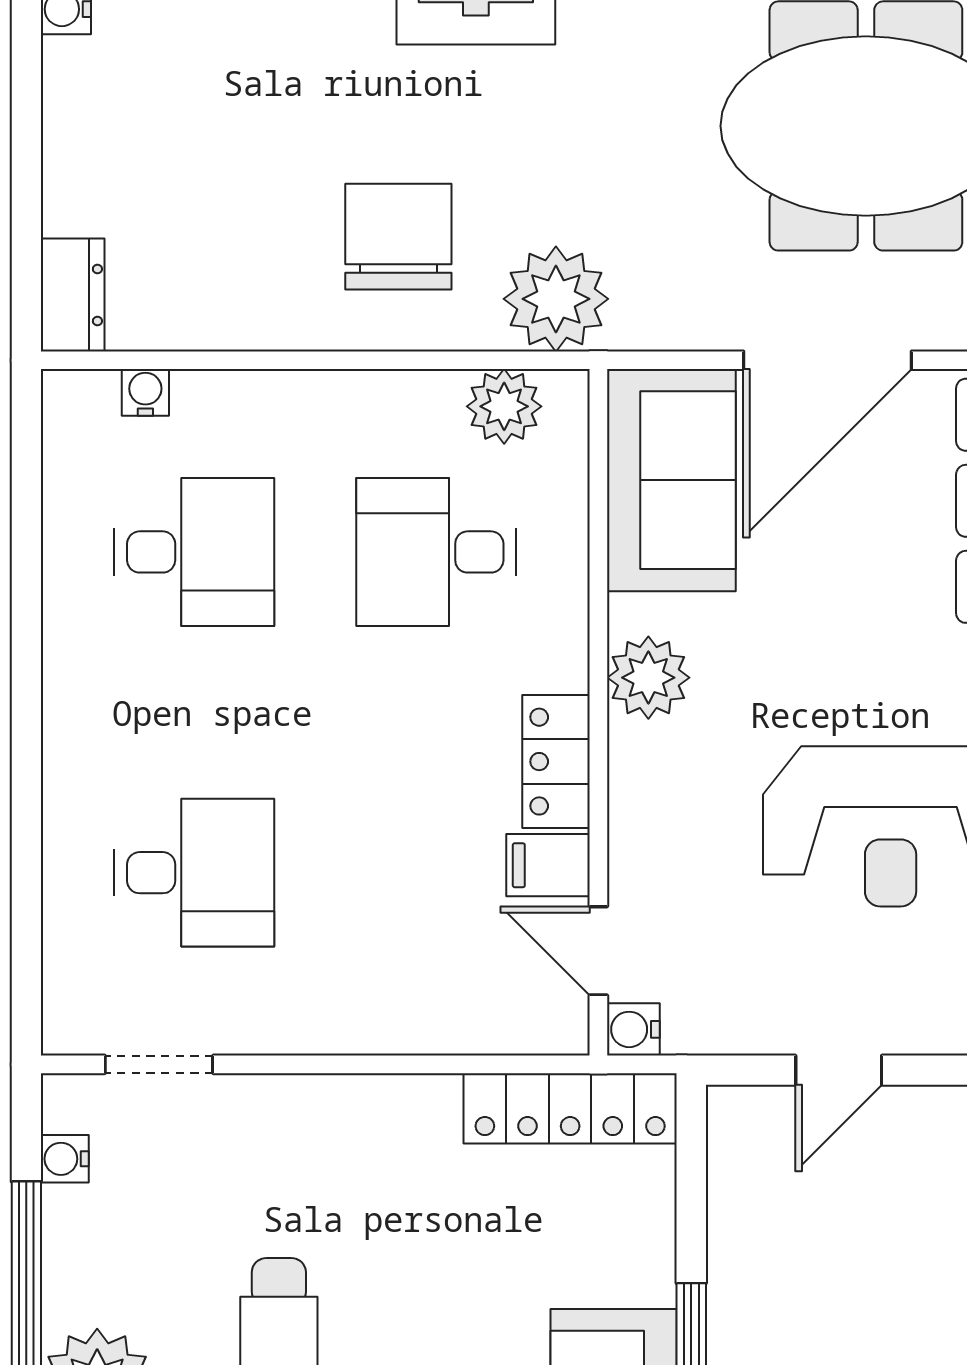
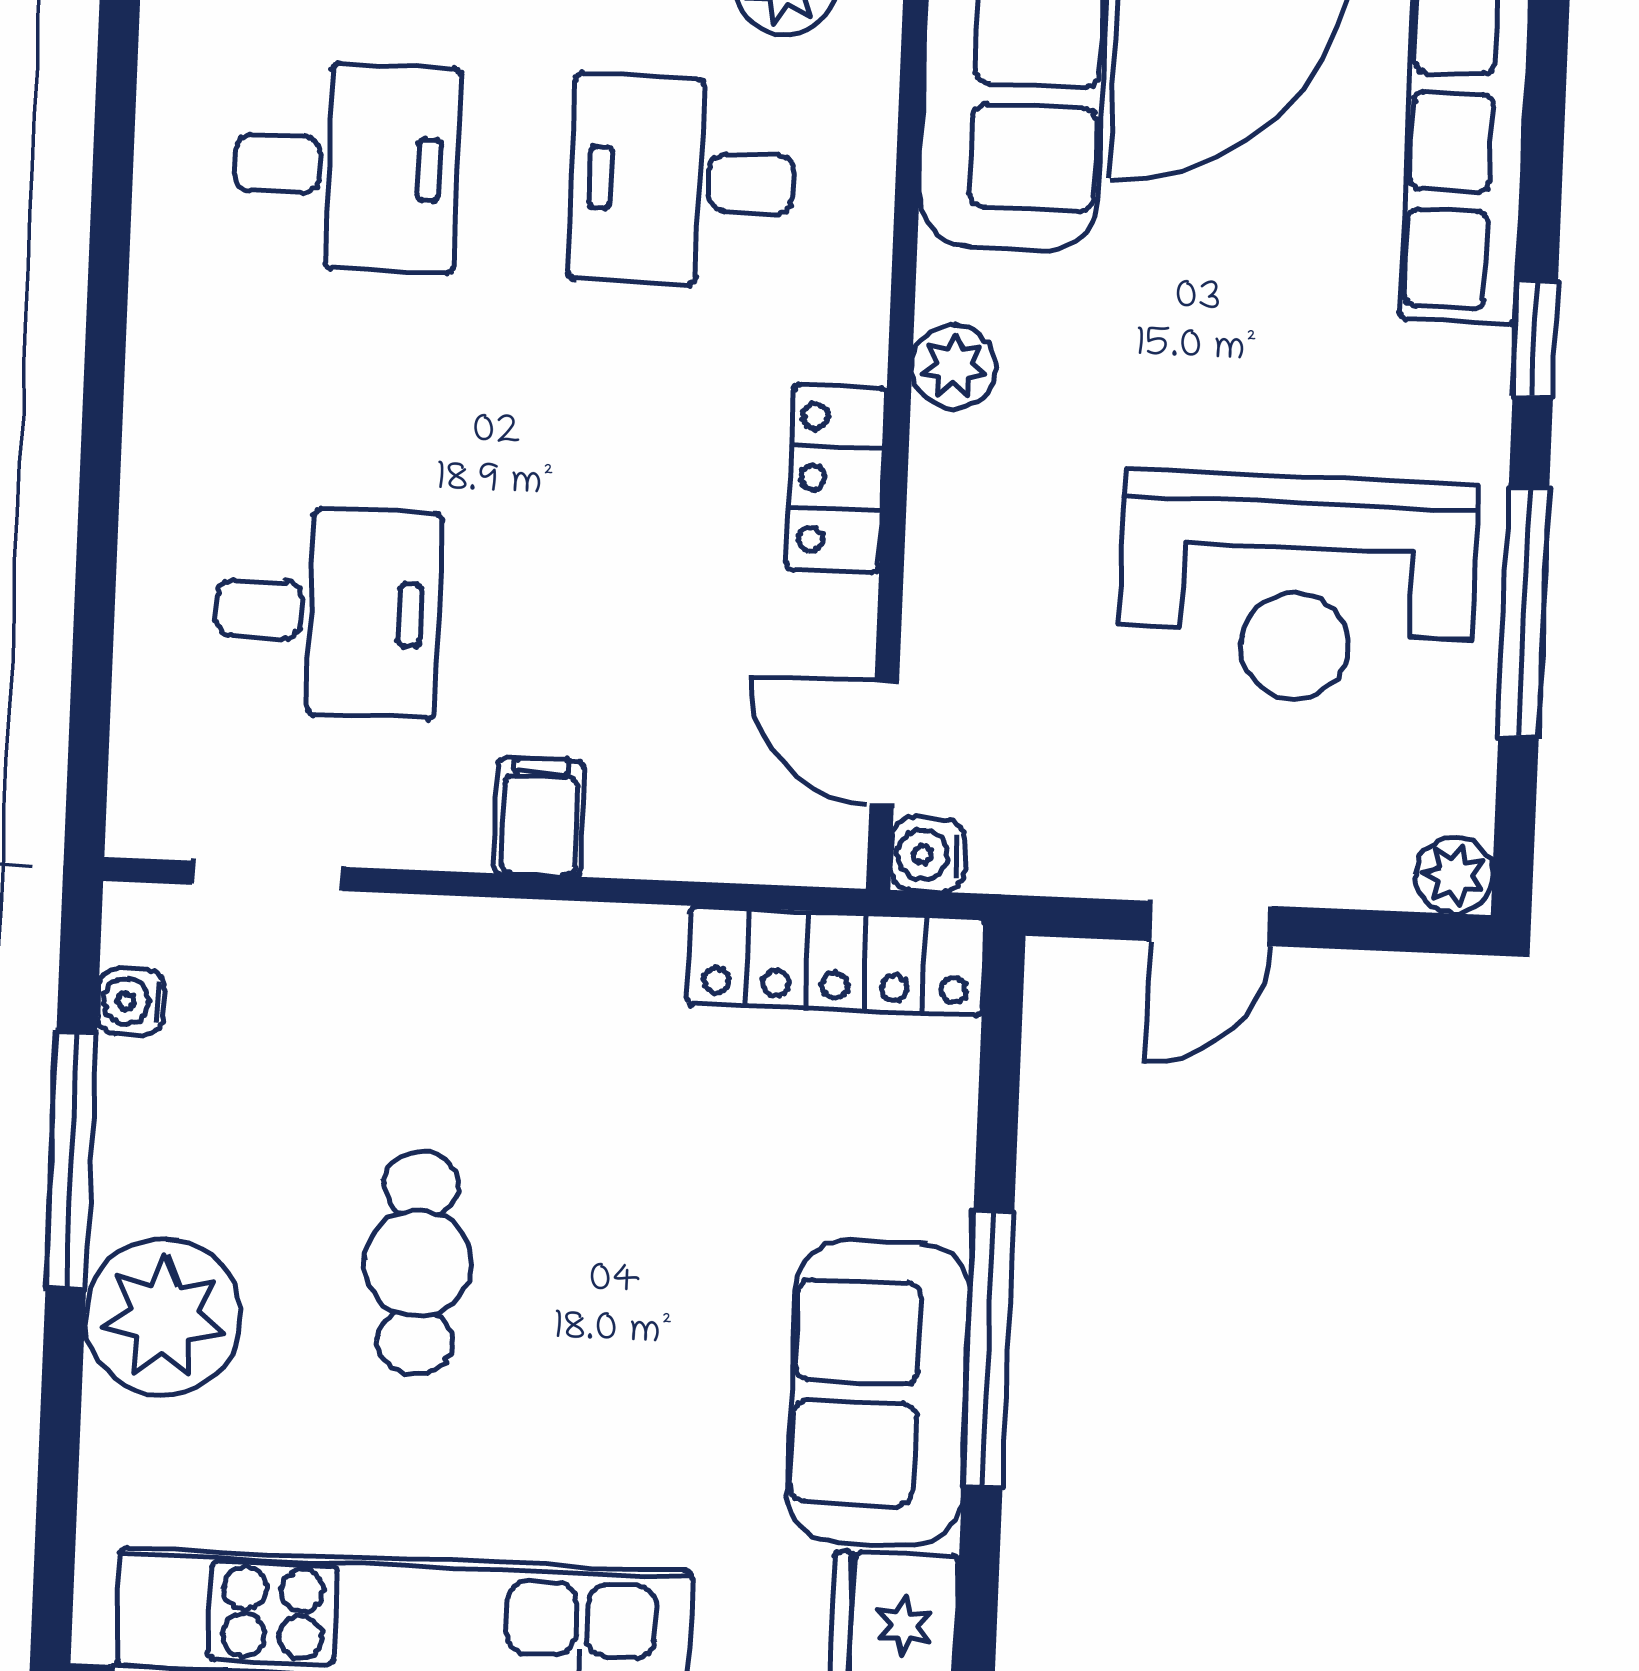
plant: (648, 678) -> (954, 367), width x0.73, depth x0.73
filing cabinet: (548, 865) -> (540, 817), moved, turned 90

